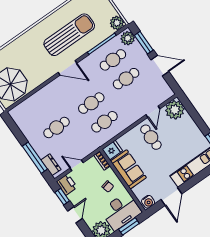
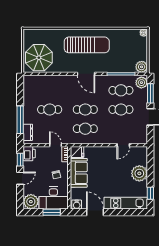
sun lounger: (69, 35) -> (87, 45), moved
plant: (175, 110) -> (139, 173), moved
cafe table: (151, 137) -> (110, 162), removed
door: (77, 165) -> (55, 145), moved
door: (171, 197) -> (95, 212), swing flipped

